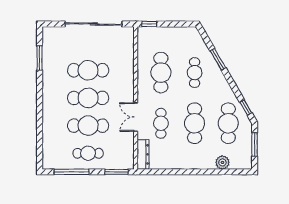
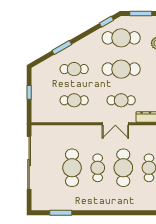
window: (149, 24) -> (29, 92), moved
cafe table: (161, 73) -> (74, 100), width x0.73, depth x0.74
cafe table: (88, 98) -> (98, 168), width x0.73, depth x0.74

